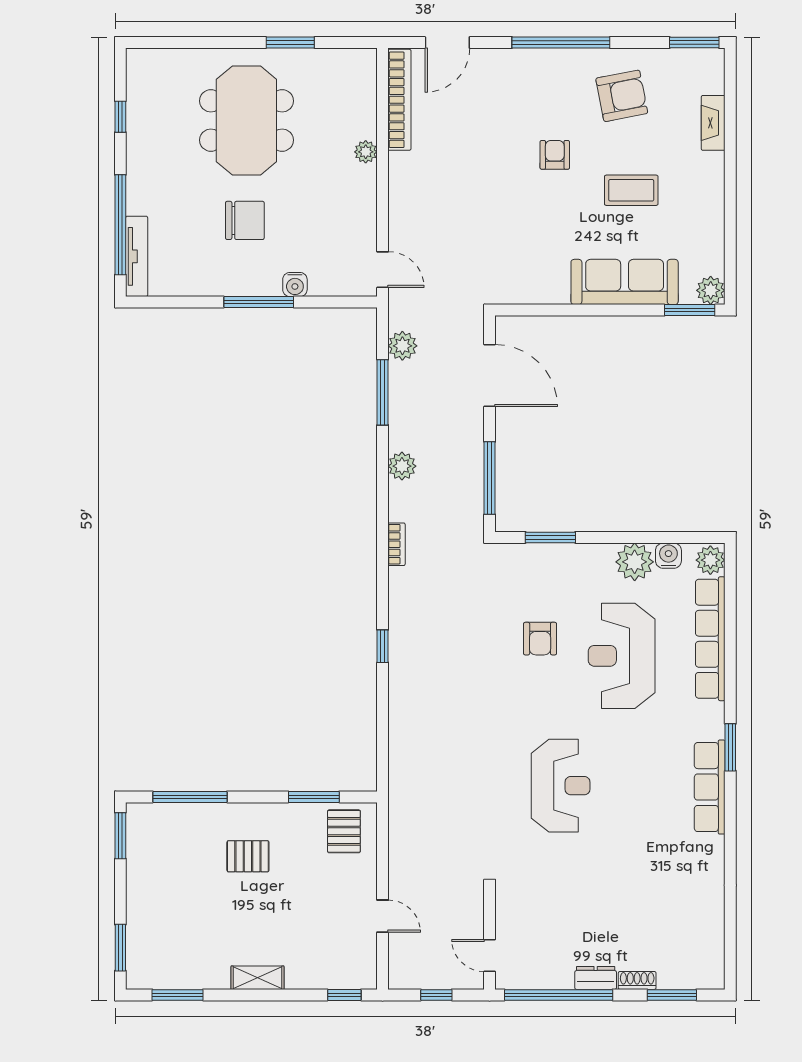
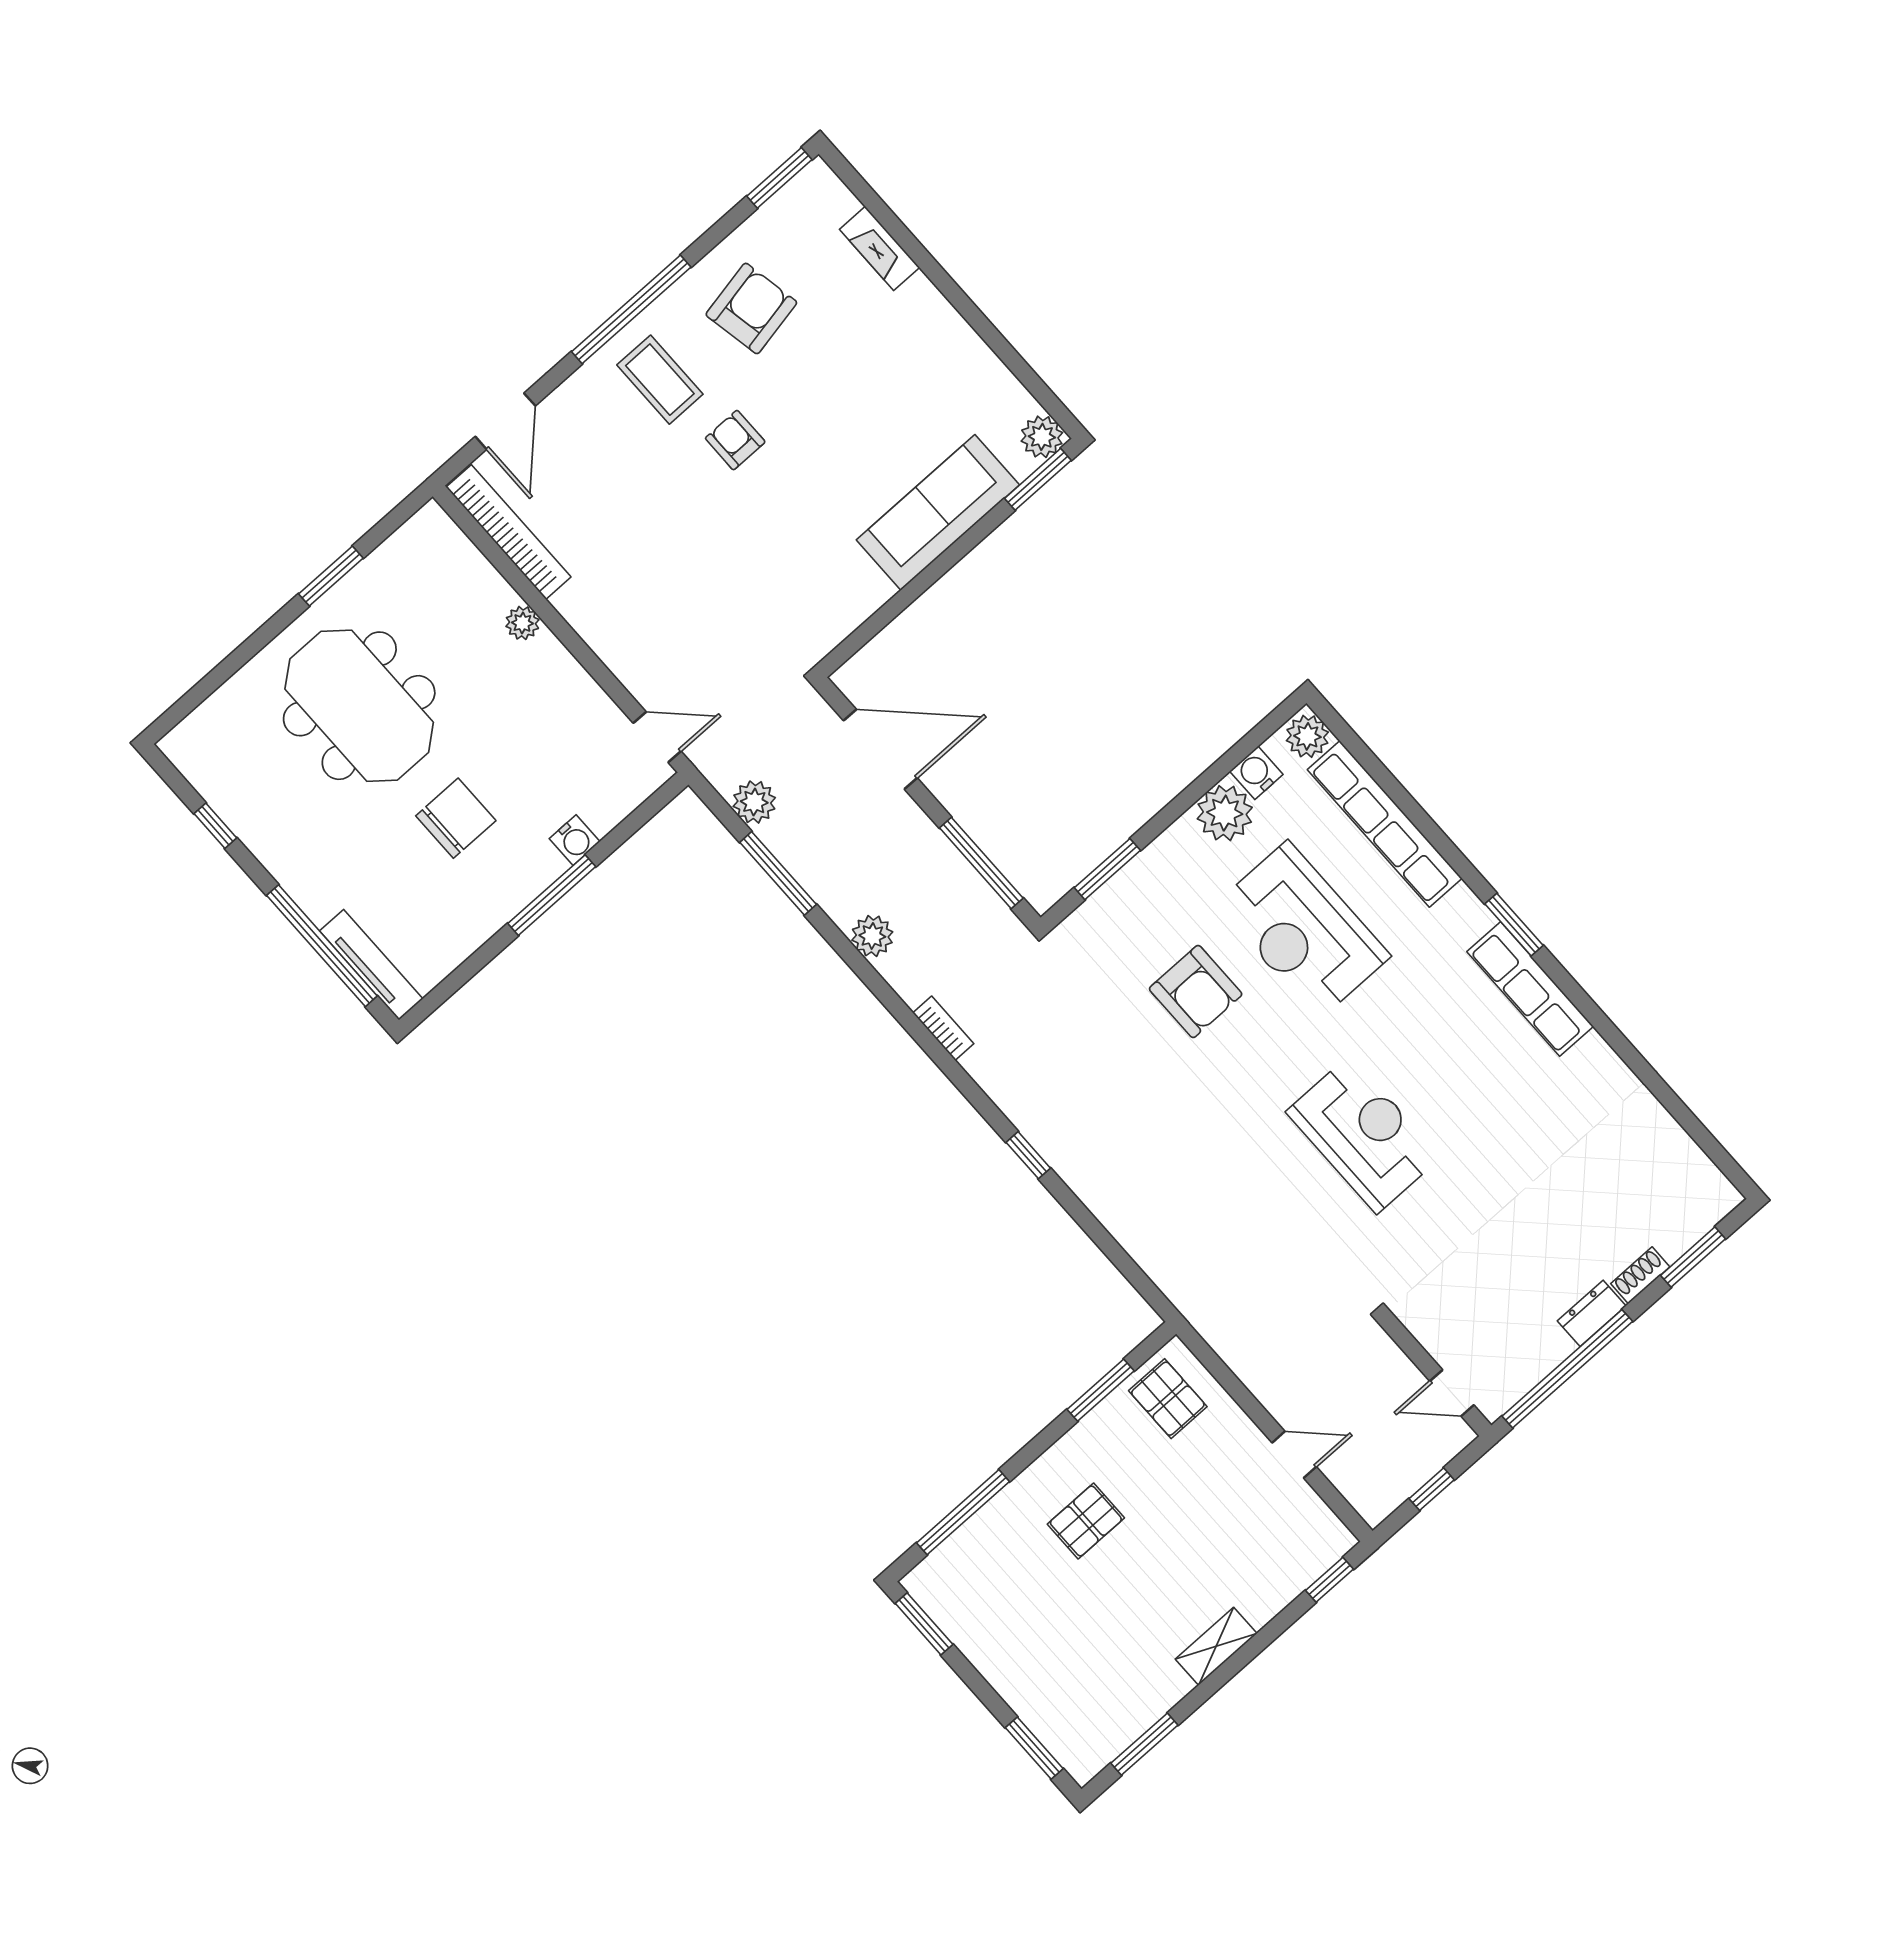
coffee table: (631, 190) -> (660, 380), moved, turned 90
armchair: (540, 639) -> (1196, 992), width x1.38, depth x1.38

